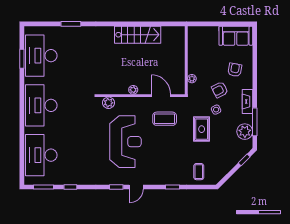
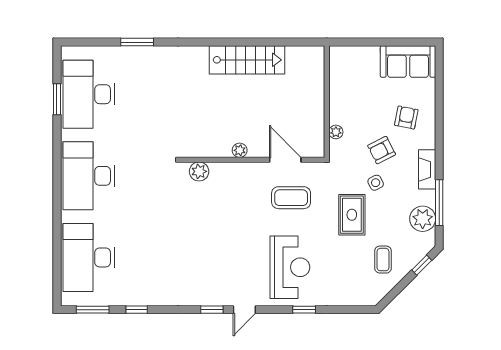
reception desk: (125, 142) -> (290, 267), moved, width x0.74, depth x0.77
coffee table: (199, 172) -> (383, 260), moved

